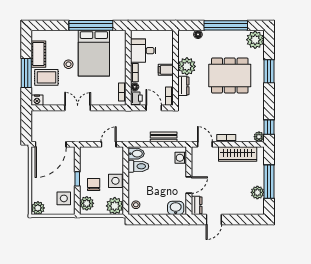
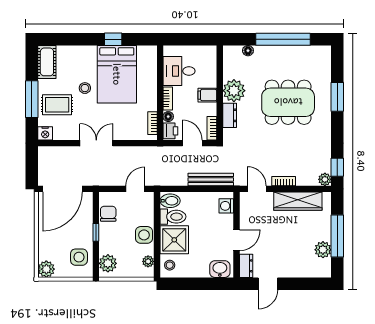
window: (91, 25) -> (113, 39), width x0.32
plant: (255, 40) -> (320, 57), removed
cot: (38, 54) -> (47, 62), moved
bench: (164, 137) -> (211, 180), width x1.36
chair: (94, 185) -> (108, 214), moved
shower: (139, 185) -> (174, 240), added
plant: (115, 206) -> (148, 261), width x0.53, depth x0.53

